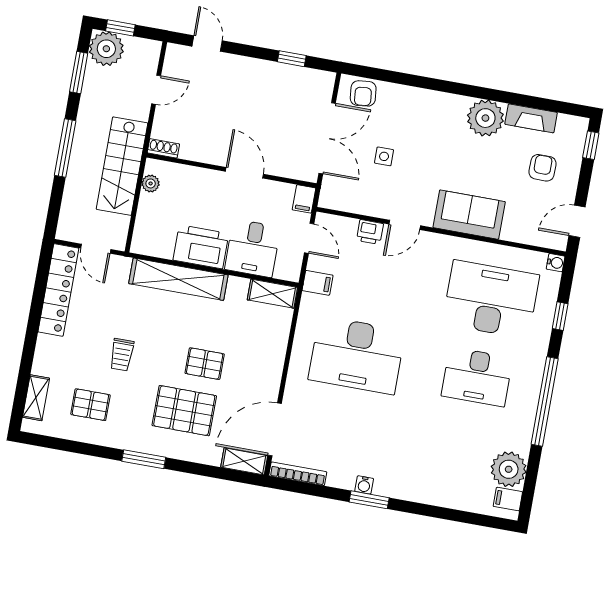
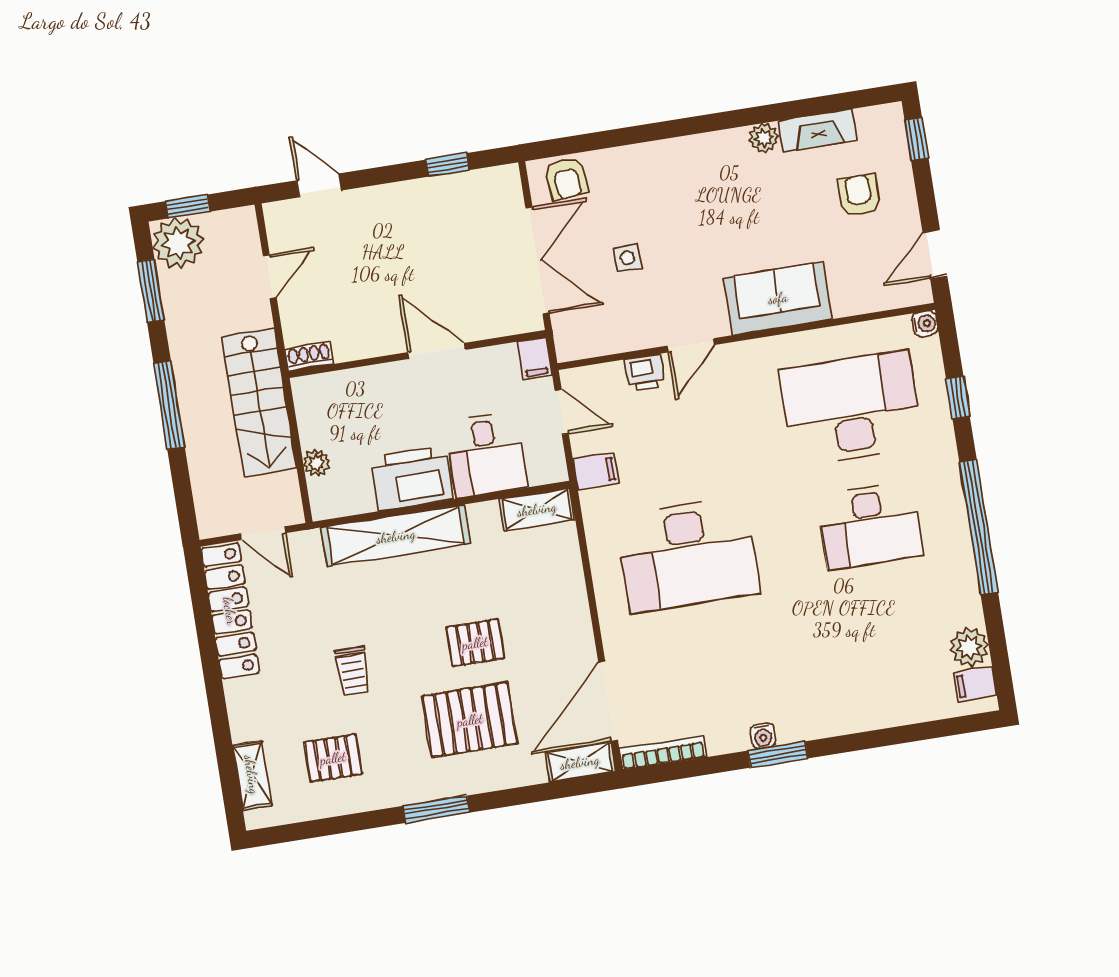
plant: (485, 118) -> (764, 138), width x0.53, depth x0.53
plant: (151, 183) -> (316, 463), moved
plant: (509, 469) -> (969, 647), width x0.73, depth x0.73

